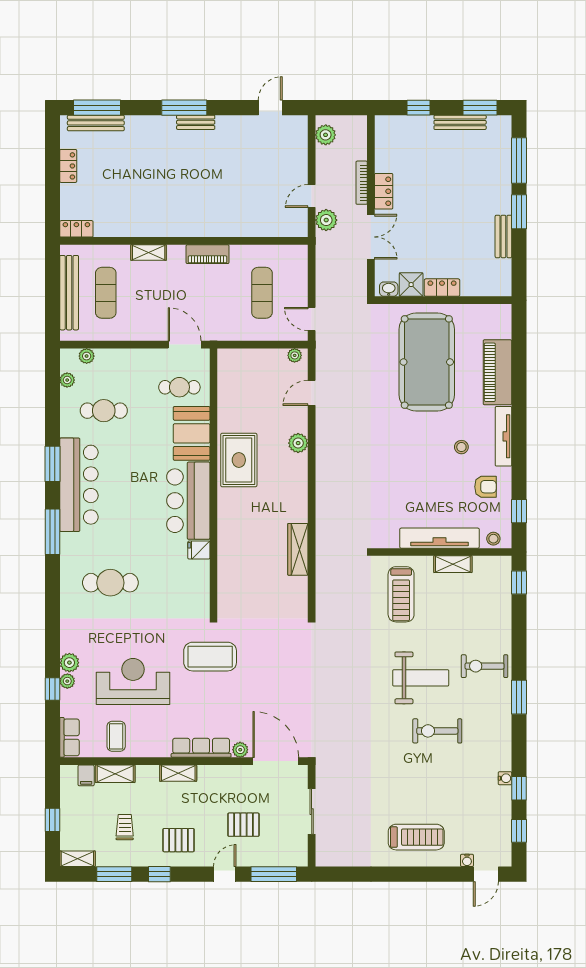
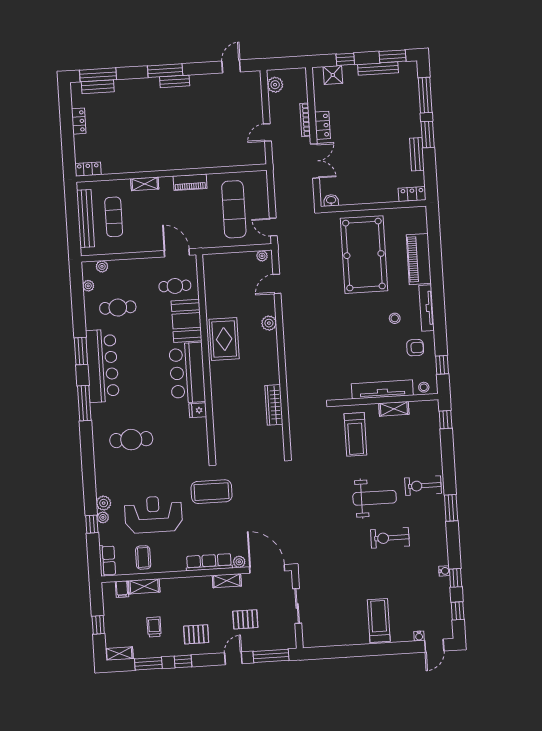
bench: (96, 123) -> (98, 87), width x0.73
plant: (326, 220) -> (280, 150), removed
shower: (411, 285) -> (333, 75), moved
locker: (442, 288) -> (412, 194), moved
exercise mat: (262, 293) -> (234, 209), width x1.36, depth x1.45
shelving: (178, 773) -> (227, 581), moved
treadmill: (416, 837) -> (379, 621), turned -90

